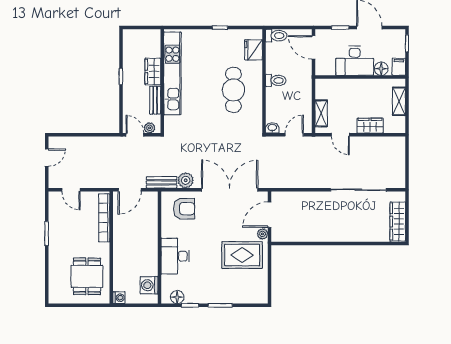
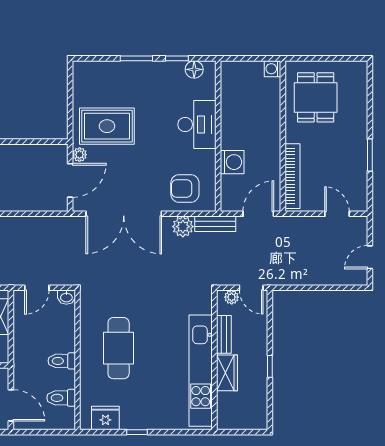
toilet: (276, 36) -> (61, 398), moved
fridge: (254, 50) -> (105, 418), moved, turned -90
washing machine: (149, 285) -> (232, 162), moved

